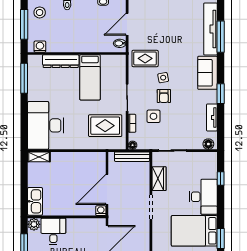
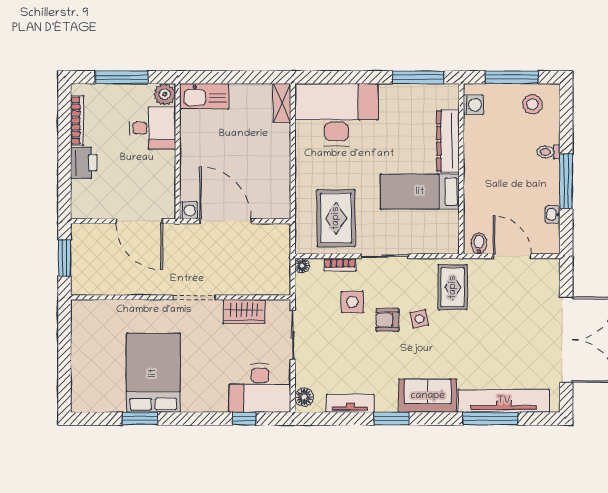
bench: (132, 157) -> (282, 265), removed
desk: (203, 197) -> (260, 388), moved

